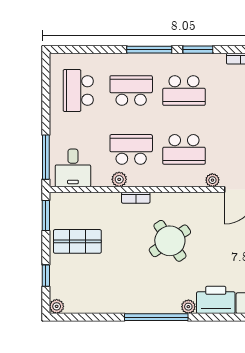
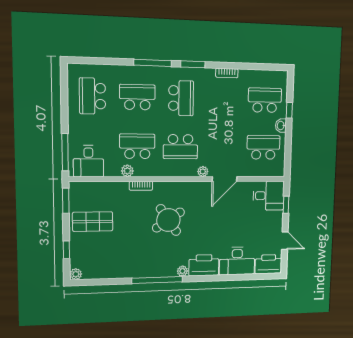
school desk: (184, 90) -> (181, 98), turned -90

